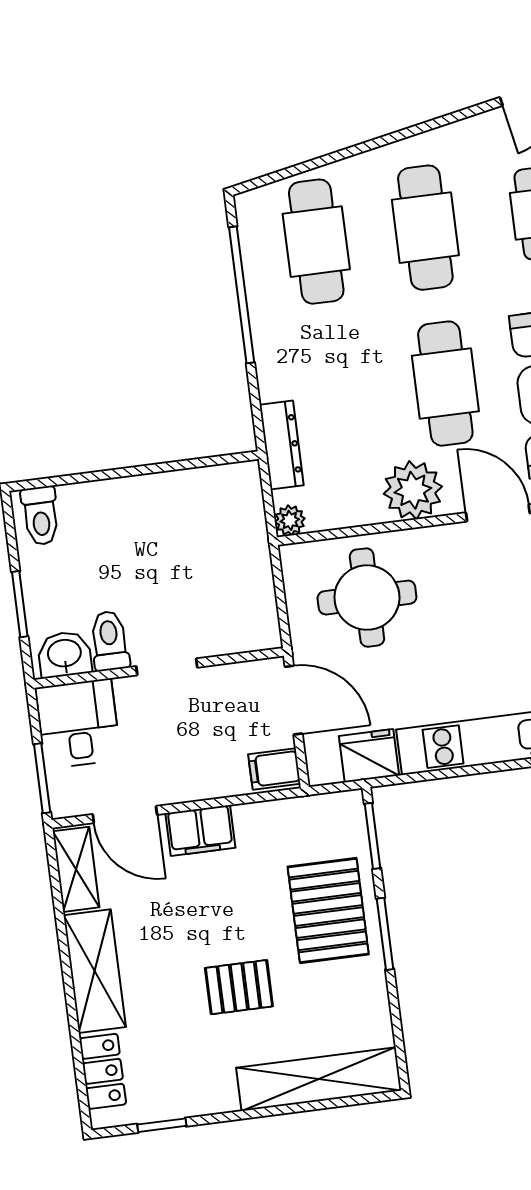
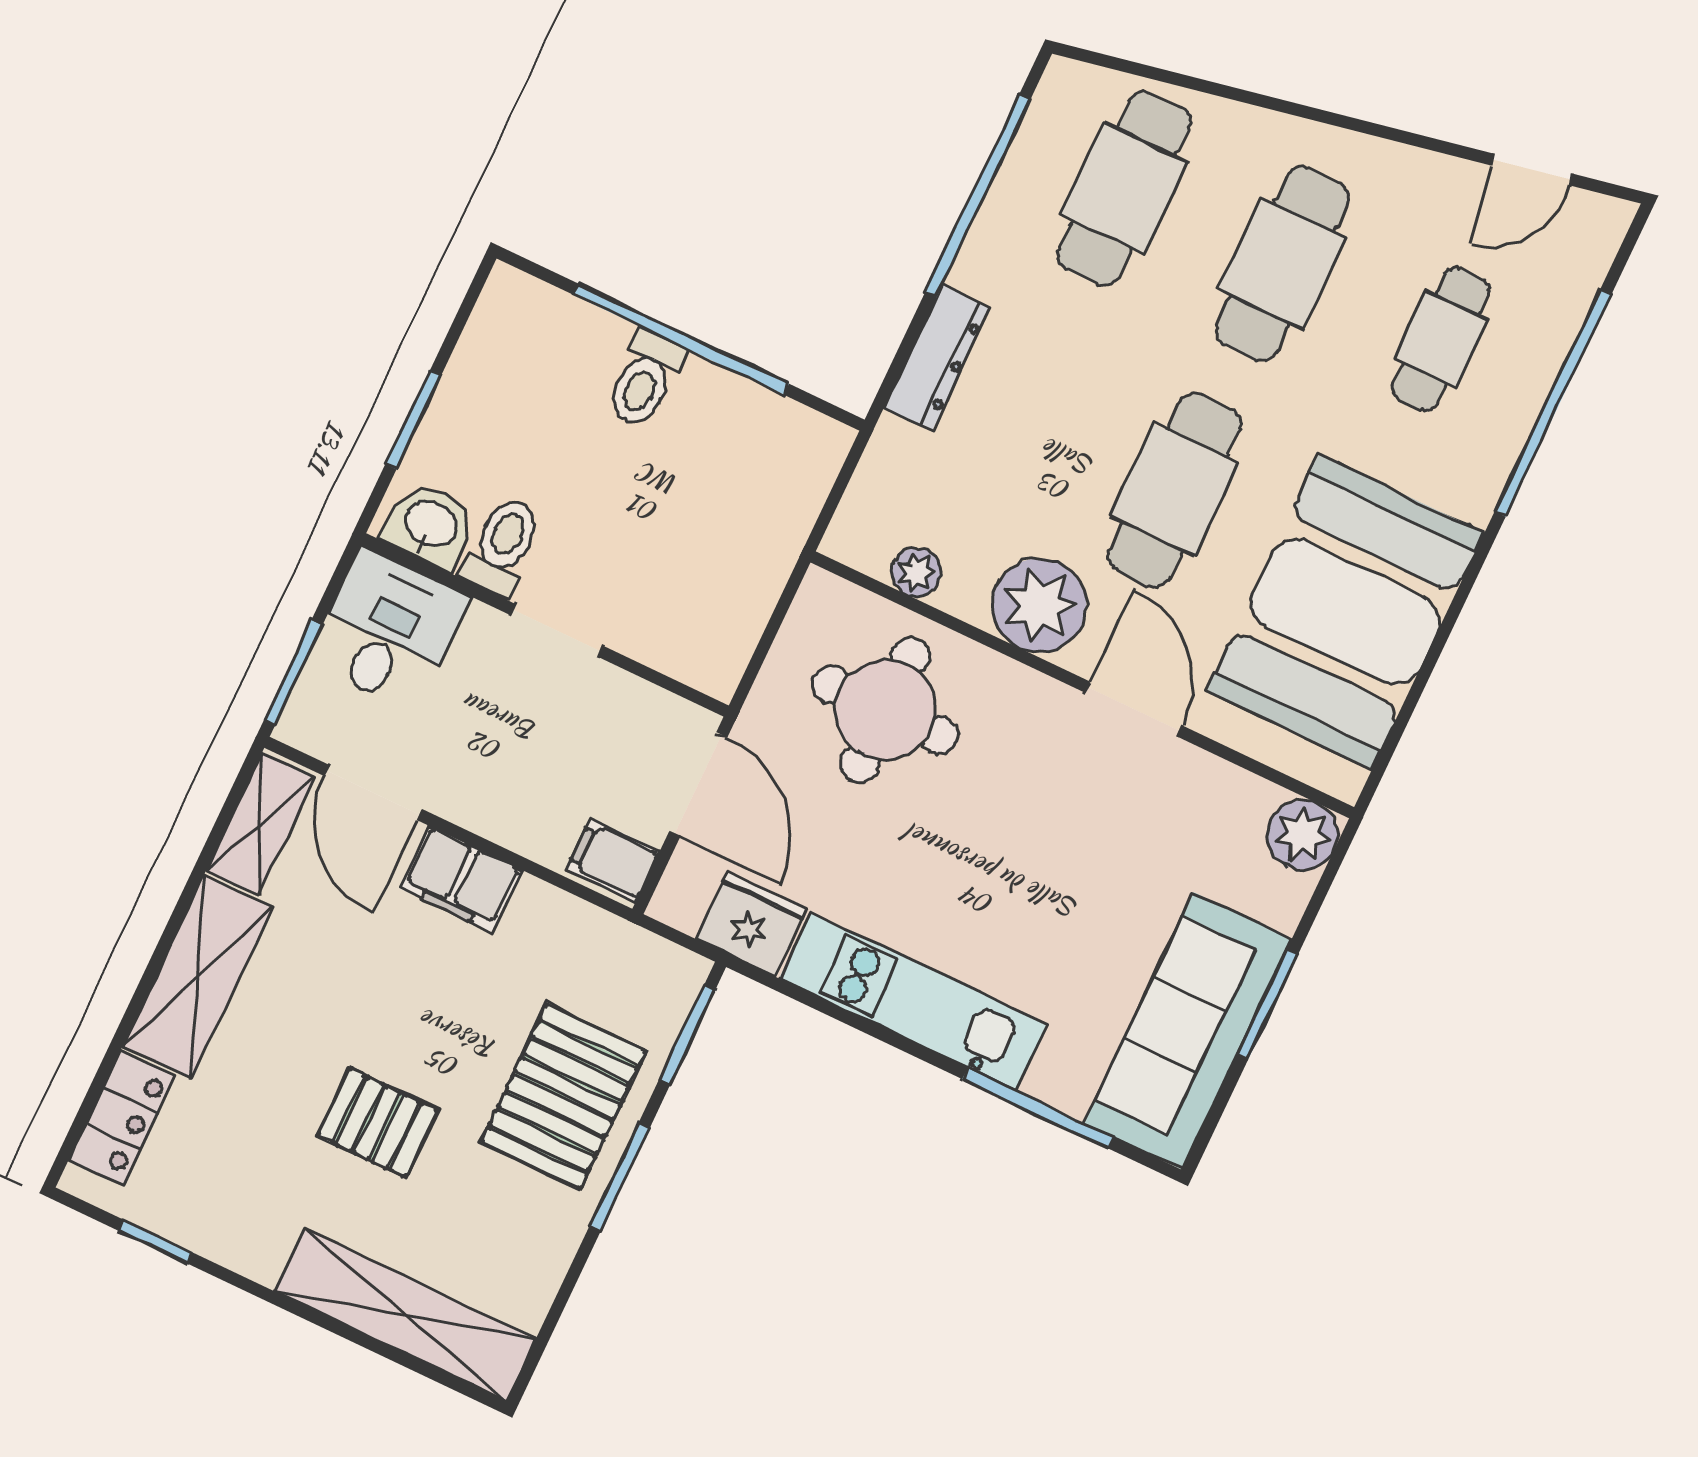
dresser: (282, 445) -> (937, 358), moved
window: (134, 471) -> (681, 339), added
toilet: (40, 516) -> (645, 379), moved
plant: (290, 520) -> (916, 572), moved

